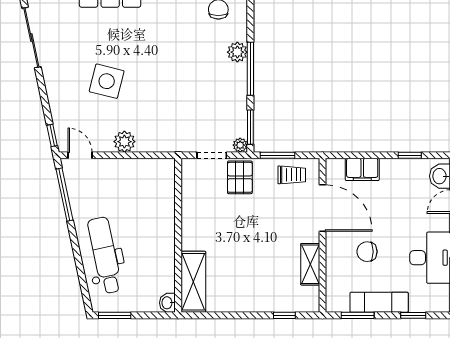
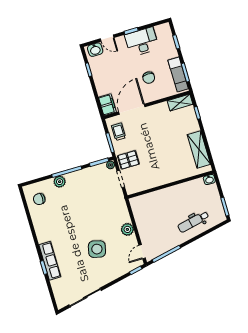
filing cabinet: (362, 169) -> (107, 105), moved
dental chair: (105, 255) -> (193, 222), width x0.73, depth x0.72
shelving: (310, 264) -> (180, 102), moved
shelving: (193, 282) -> (199, 149), moved, turned 90
exam couch: (379, 302) -> (178, 75), moved

